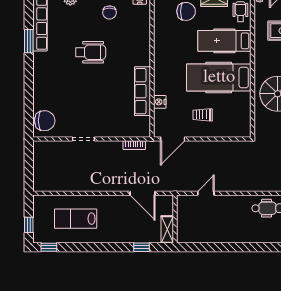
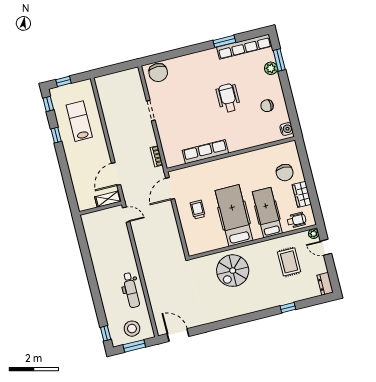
wheelchair: (91, 52) -> (228, 98), turned 180
nightstand: (160, 102) -> (200, 169), removed
door: (173, 139) -> (170, 189), hinge flipped
door: (206, 193) -> (126, 215), moved
shelving: (167, 229) -> (108, 199), moved
window: (141, 247) -> (56, 135), moved

